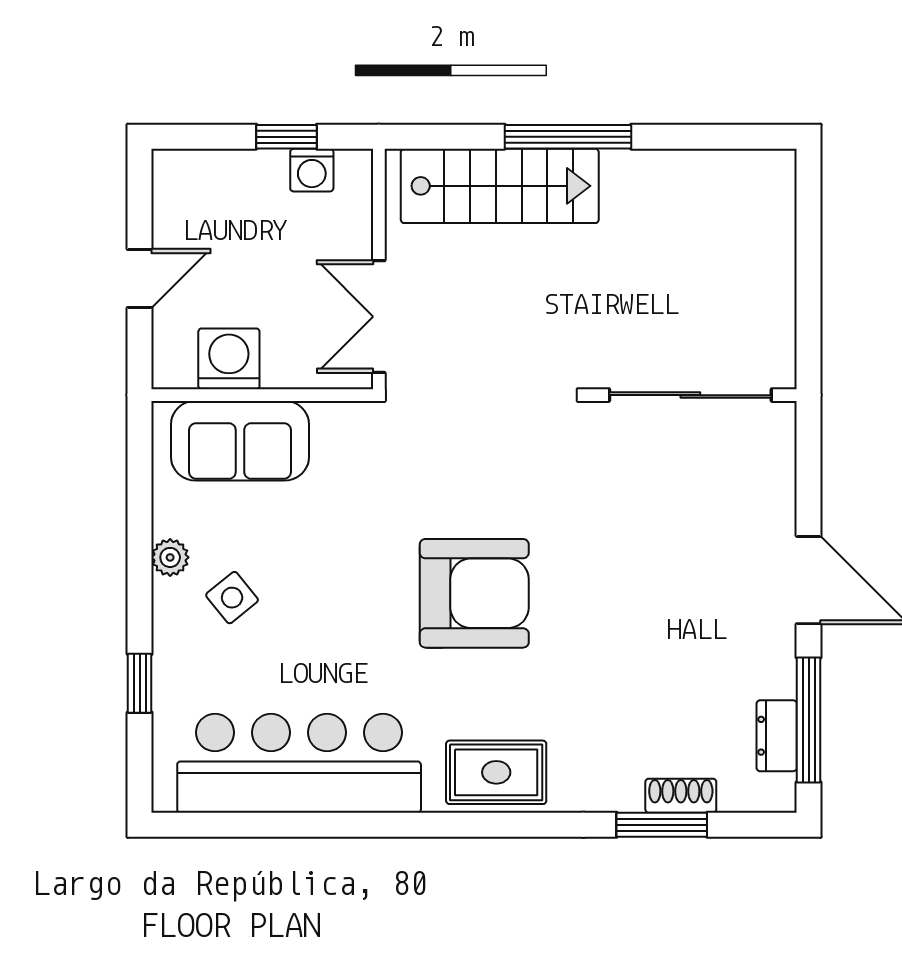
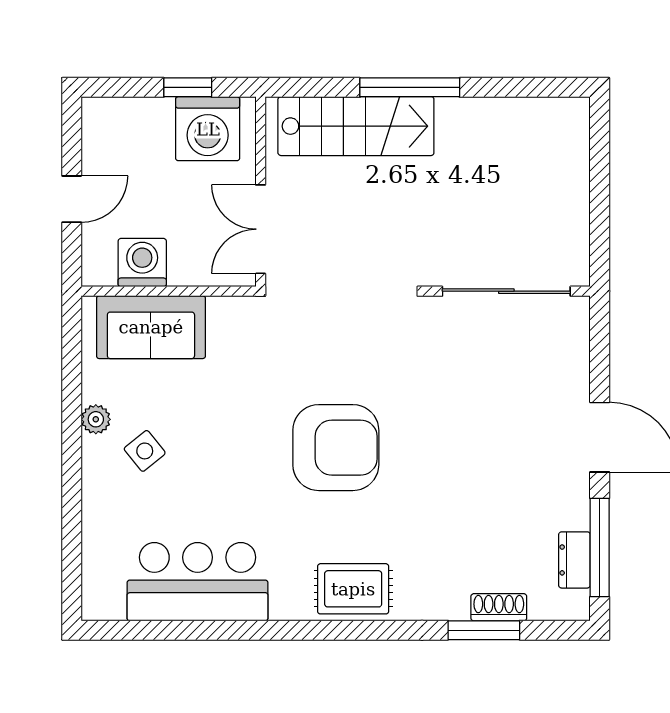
washing machine: (312, 170) -> (208, 129), width x1.89, depth x1.89
window: (140, 683) -> (72, 519), removed
bar counter: (299, 763) -> (198, 582), width x0.73

